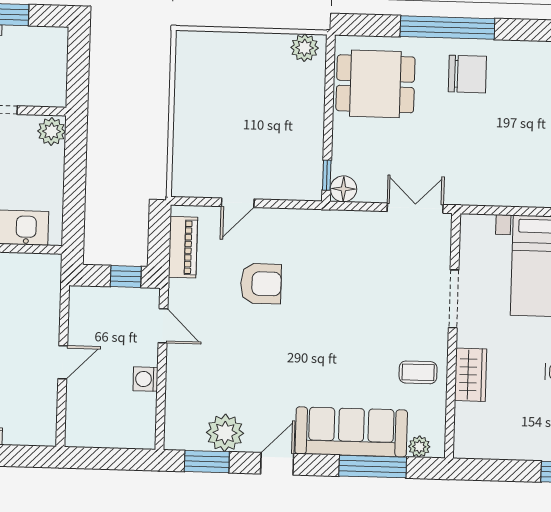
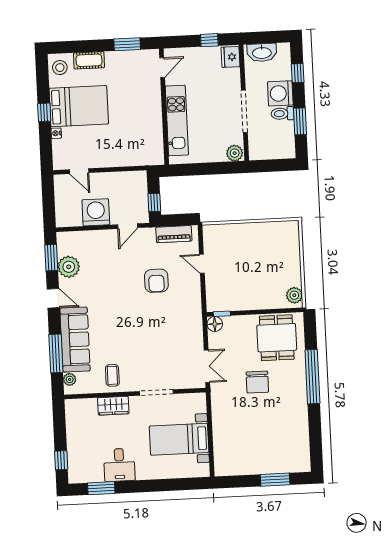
chair: (467, 74) -> (257, 382), moved
door: (63, 362) -> (79, 171), moved
washing machine: (145, 379) -> (96, 212), width x1.89, depth x1.89

